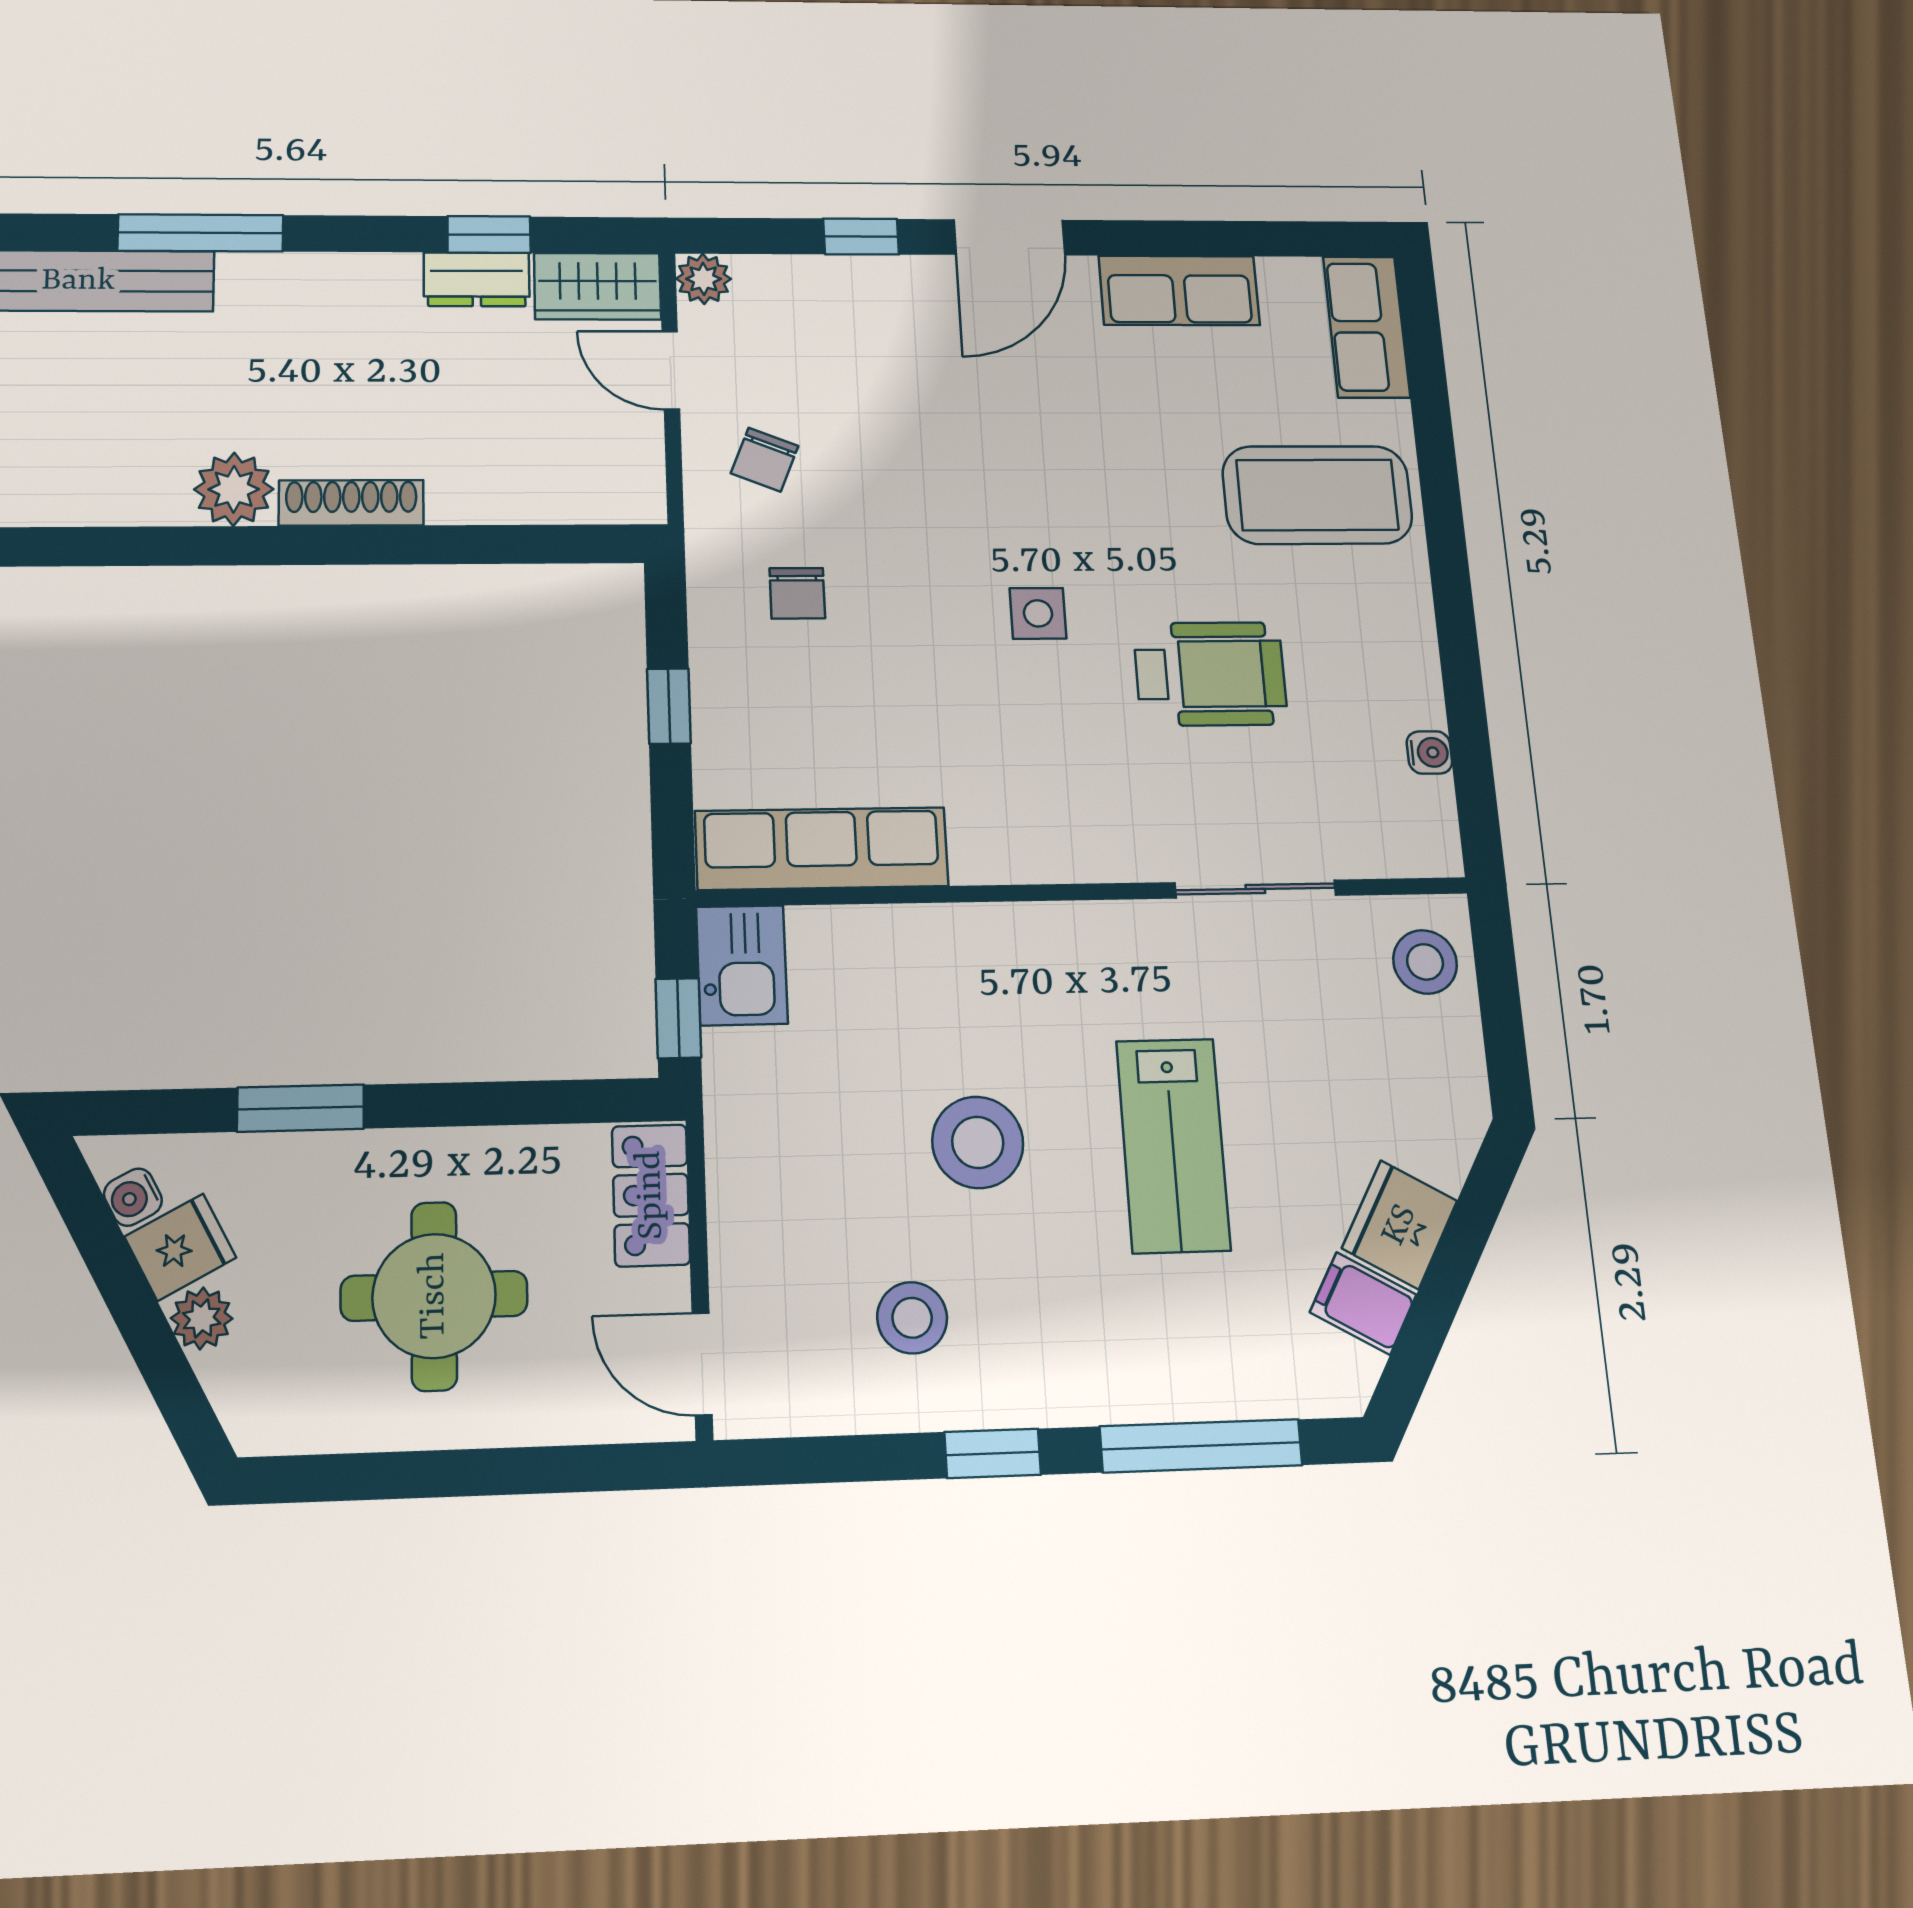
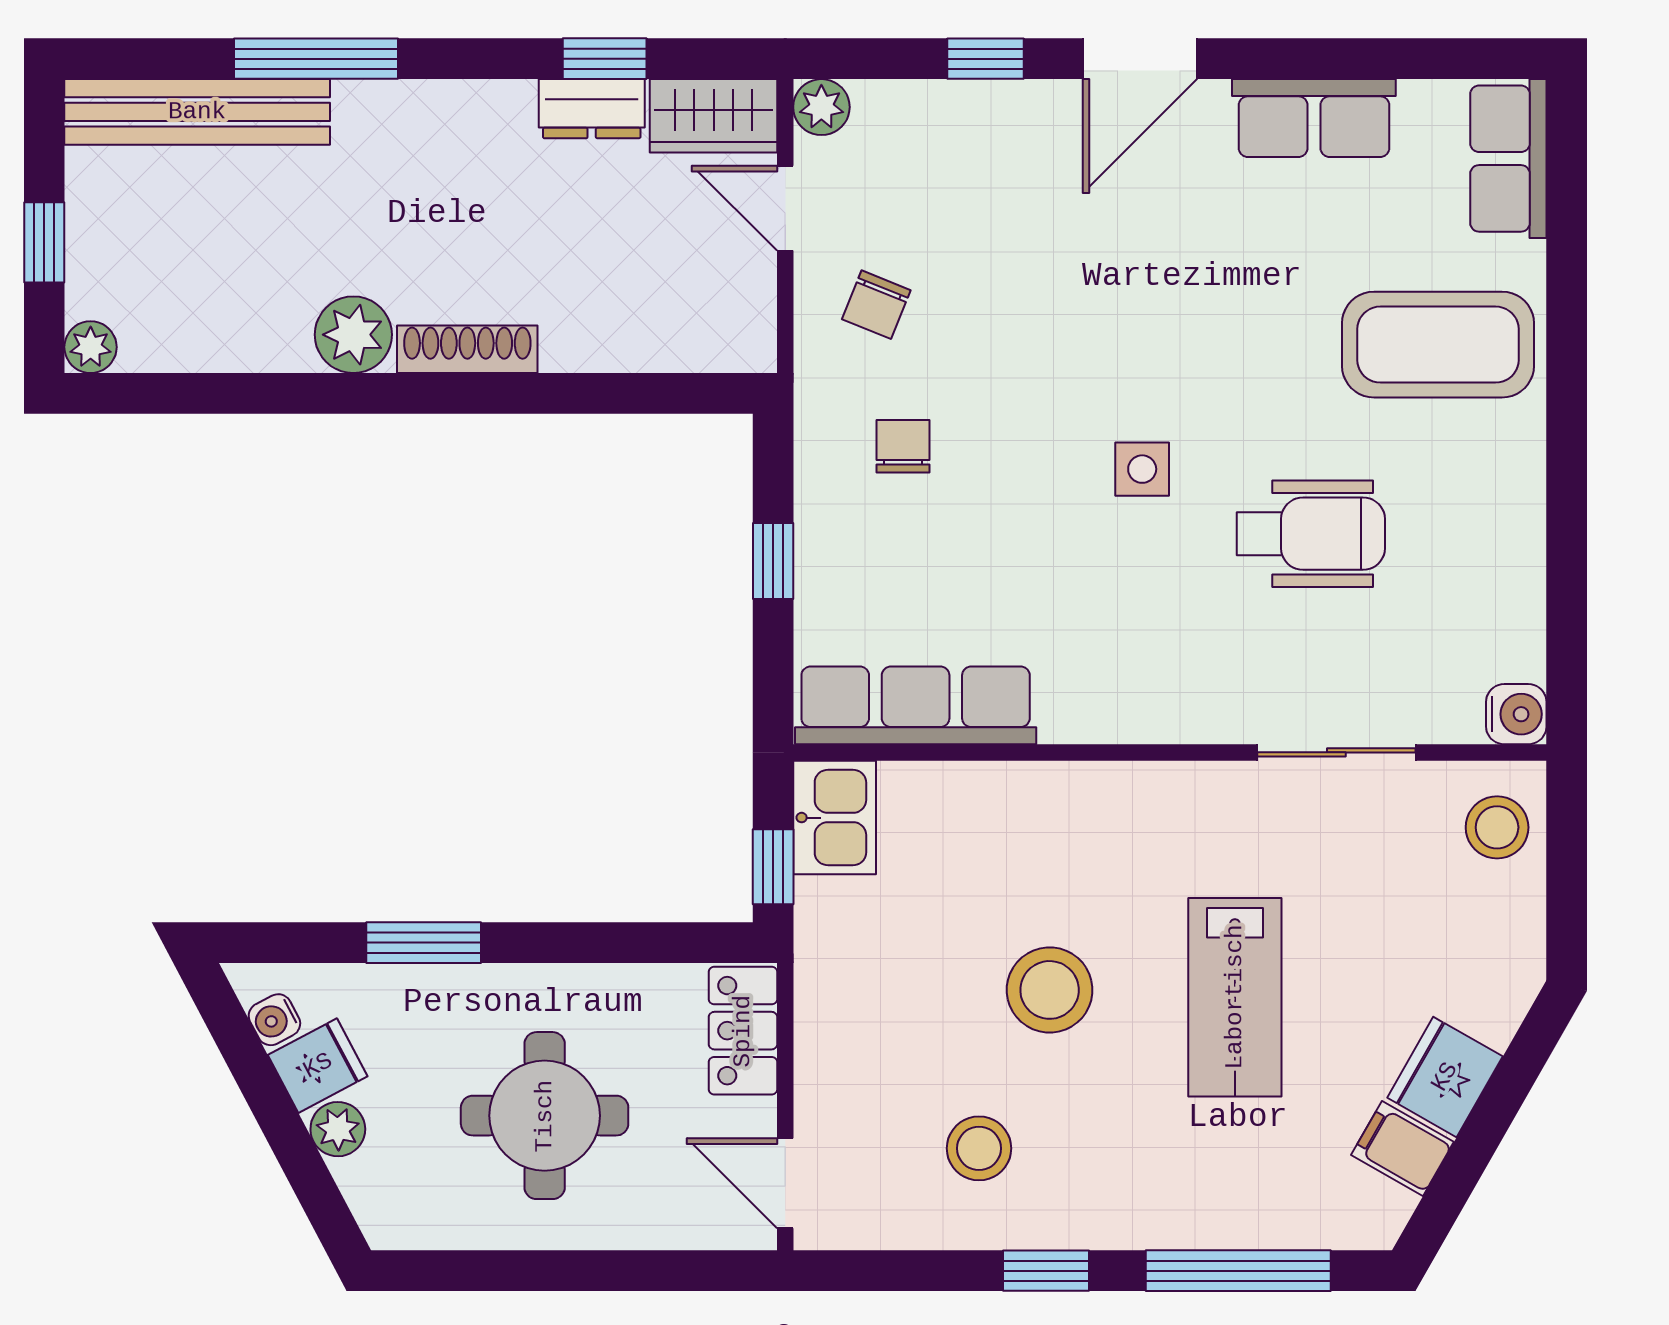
chair: (797, 593) -> (903, 446), turned 180
water cooler: (1429, 752) -> (1516, 714), moved, width x1.38, depth x1.38

